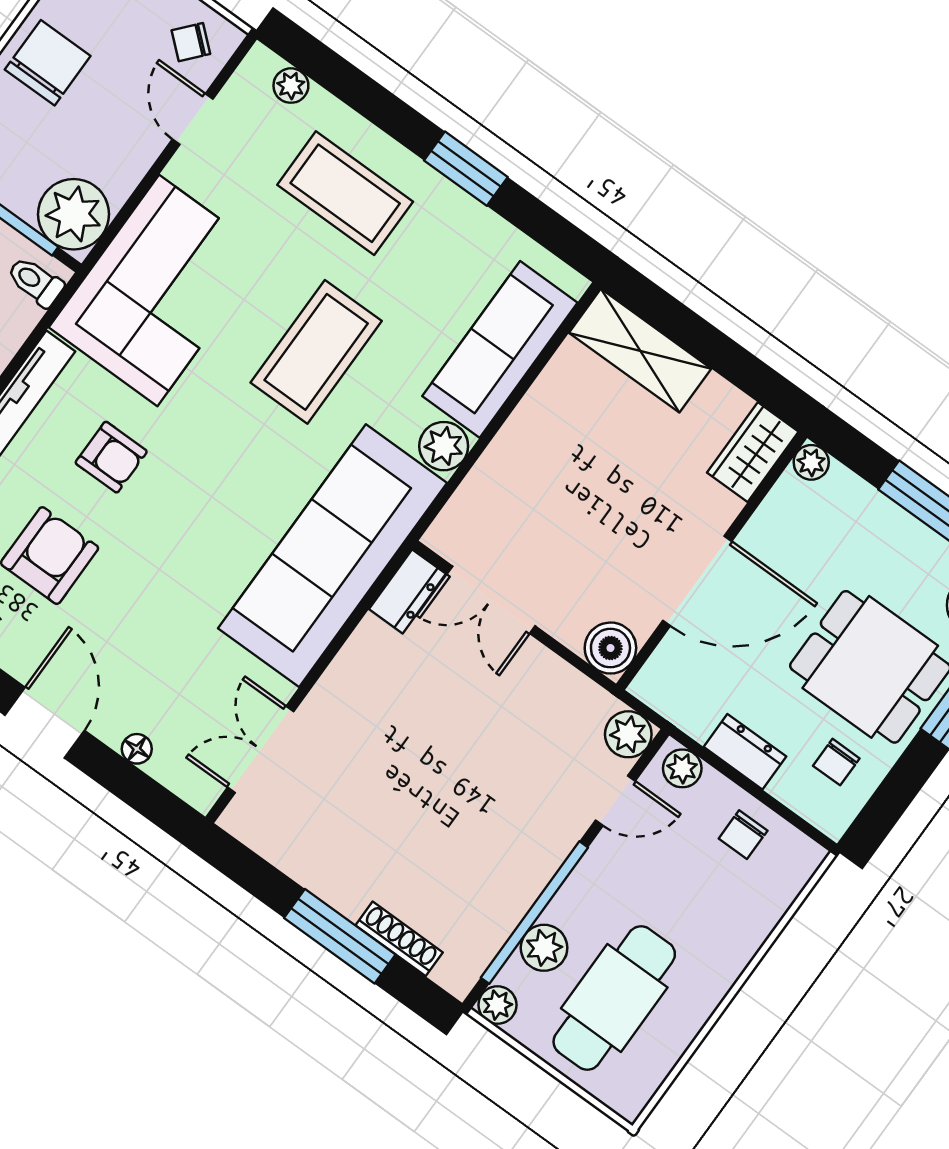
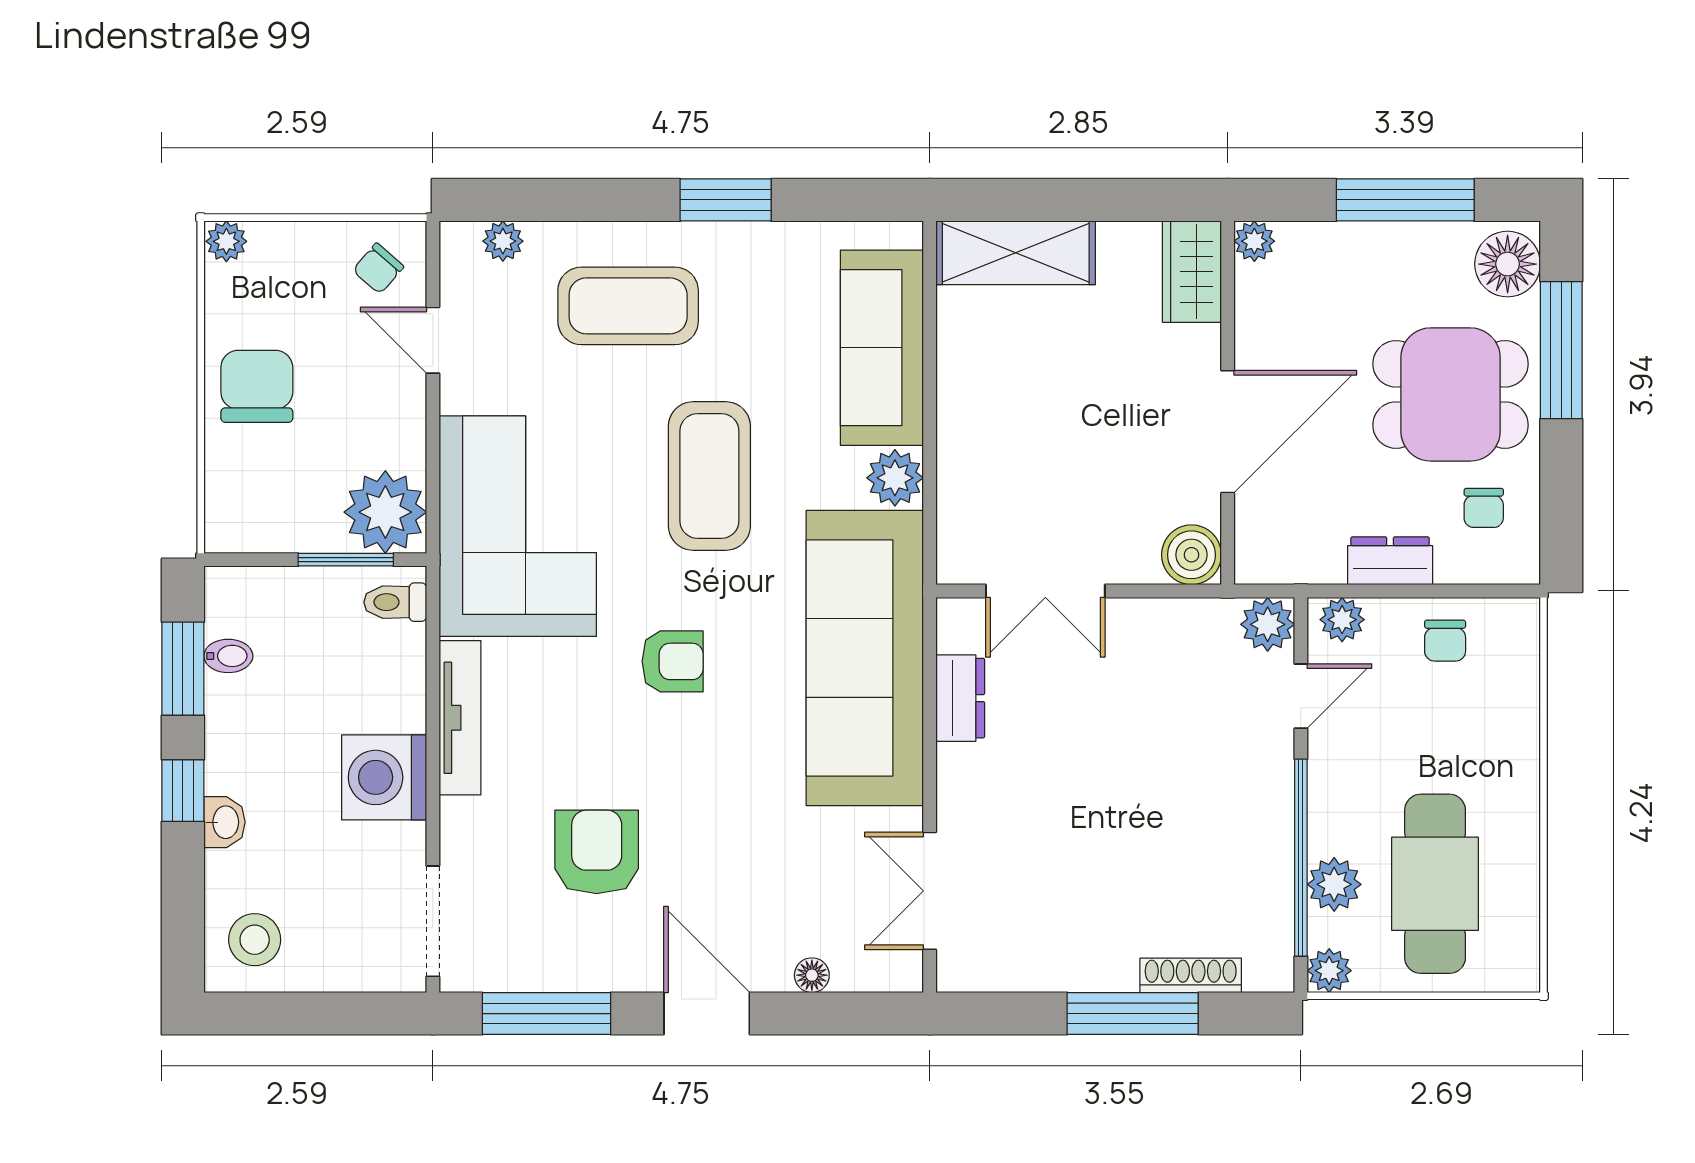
armchair: (111, 457) -> (673, 661), moved
dresser: (407, 591) -> (960, 698), moved

